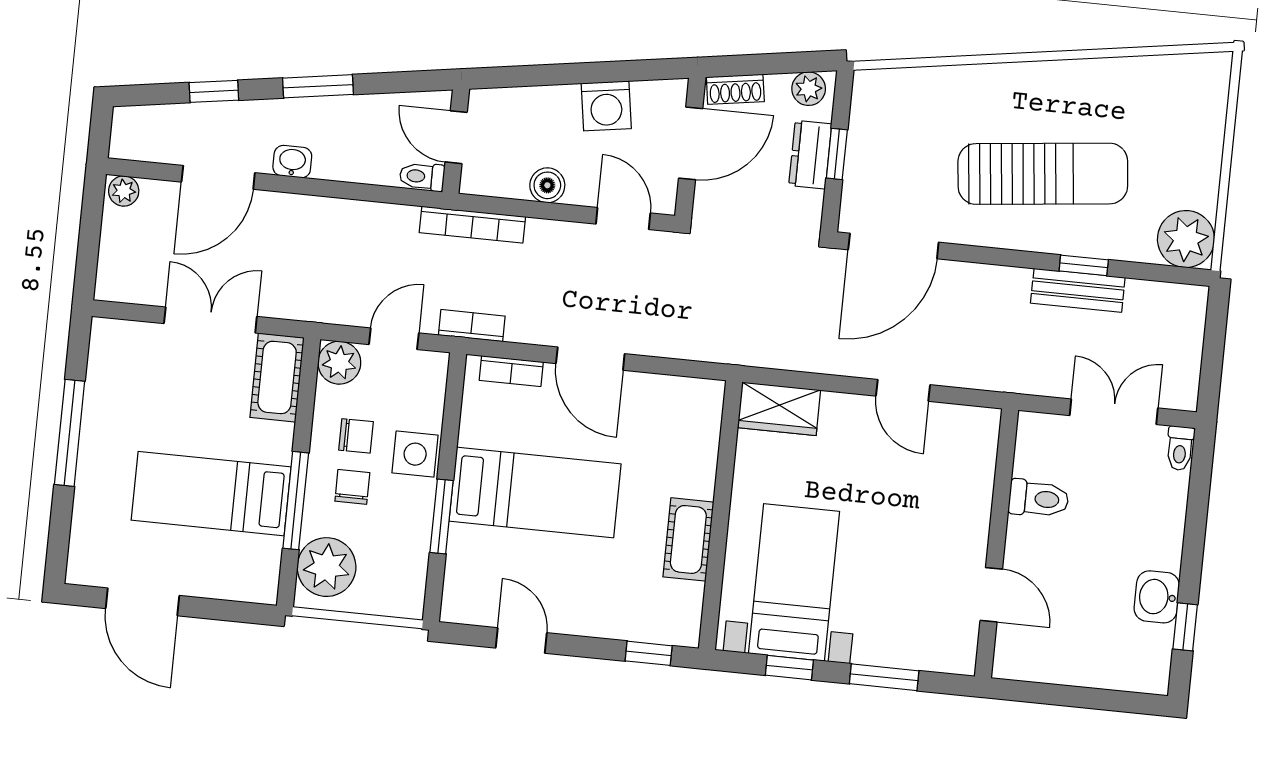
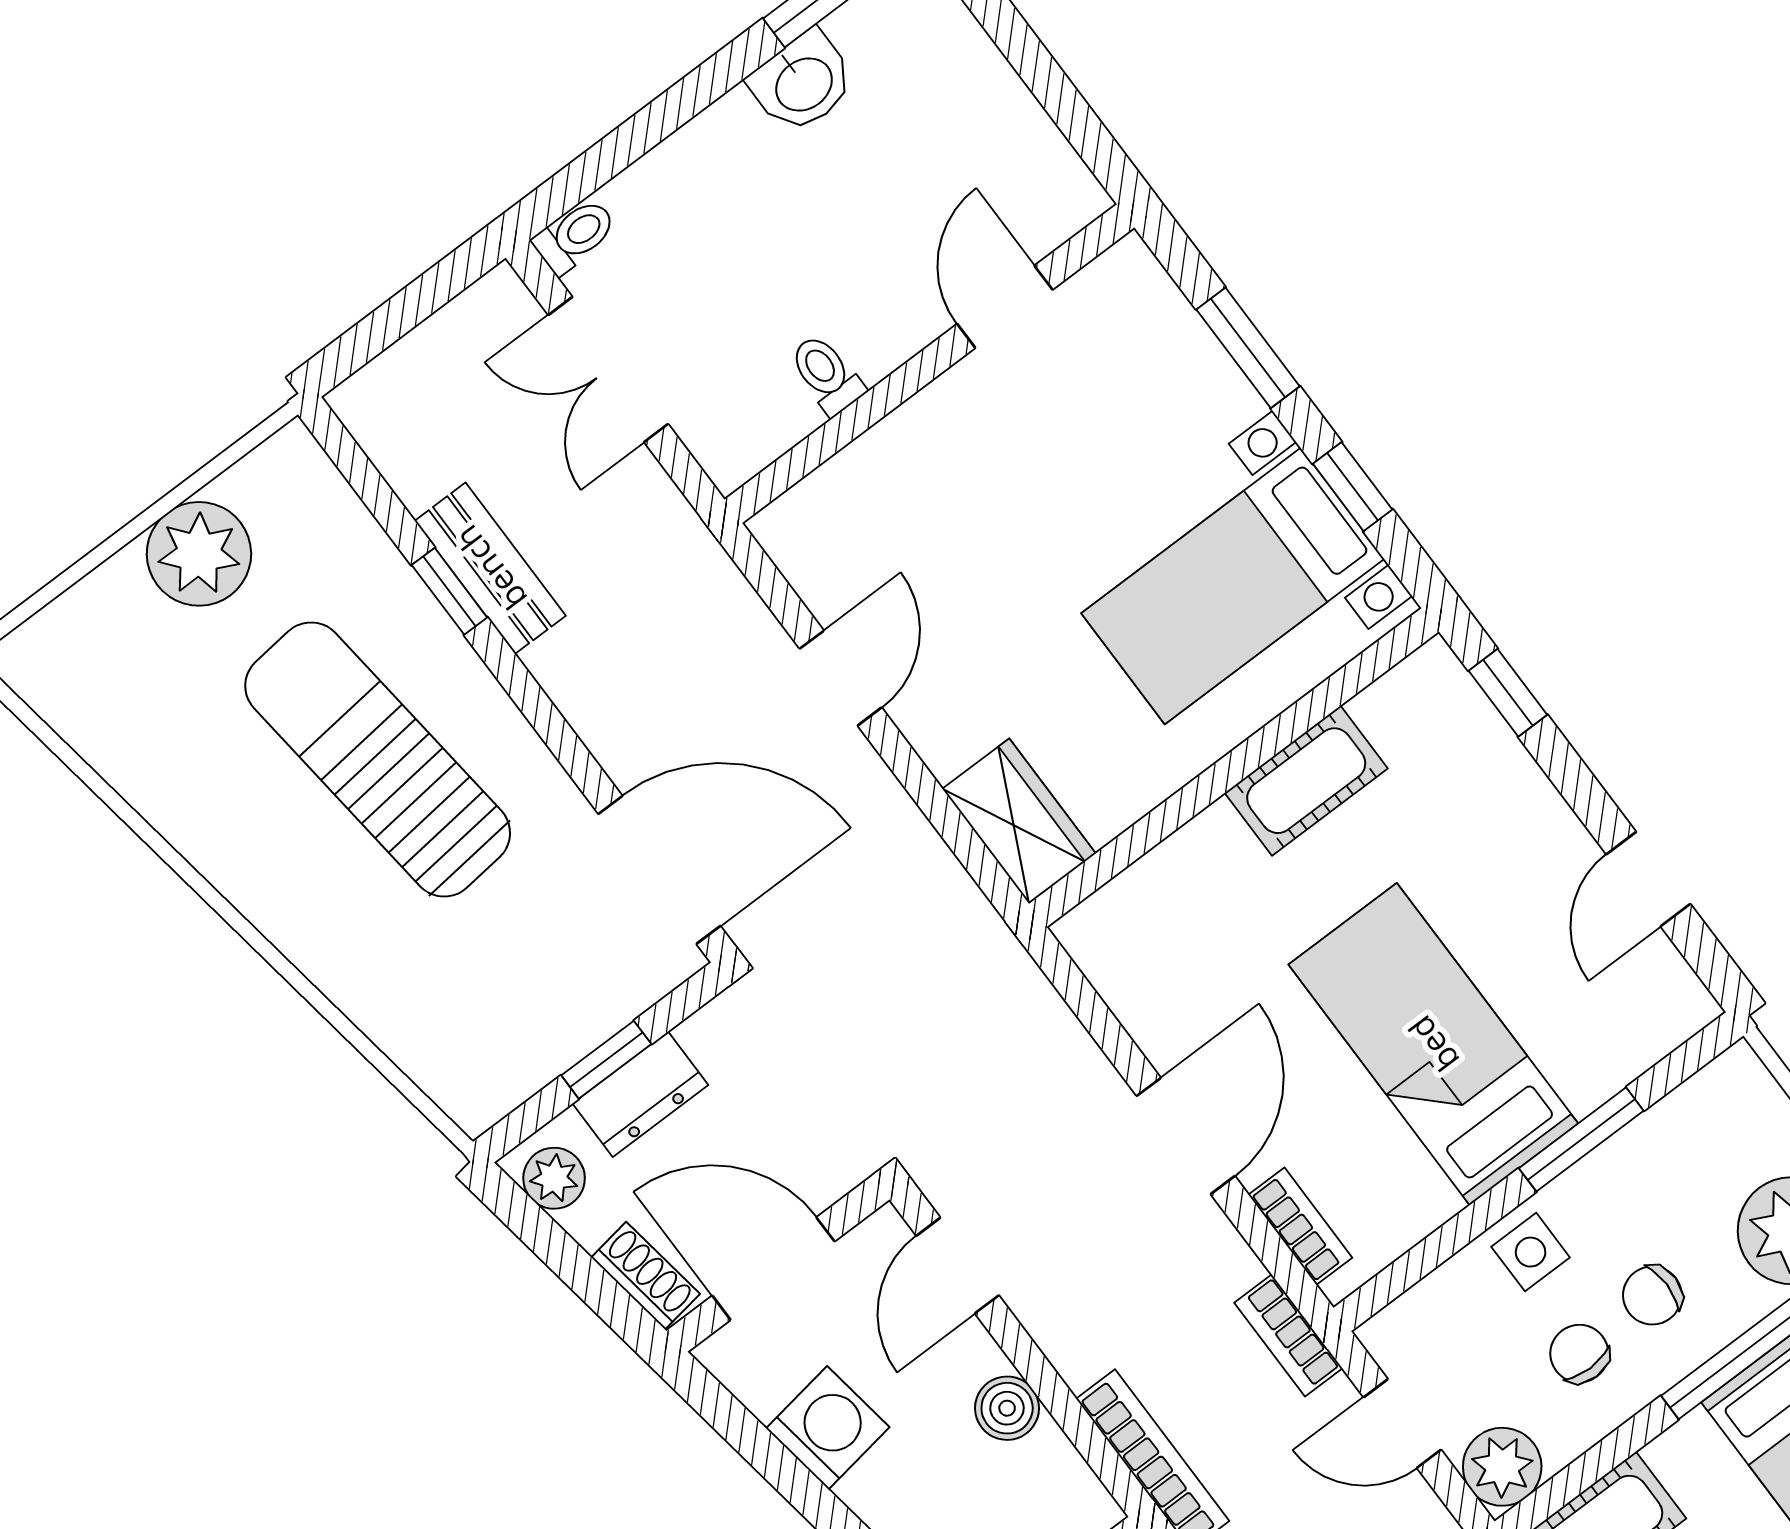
plant: (1186, 239) -> (199, 554), moved
side table: (415, 454) -> (1531, 1252), width x0.73, depth x0.73
toilet: (1039, 499) -> (827, 374), width x0.73, depth x0.72

